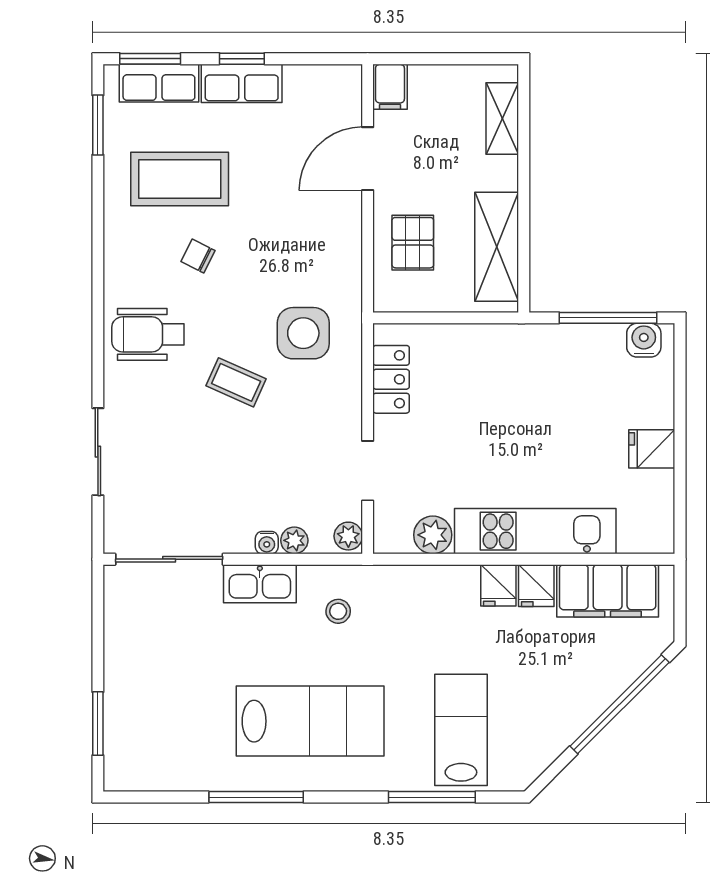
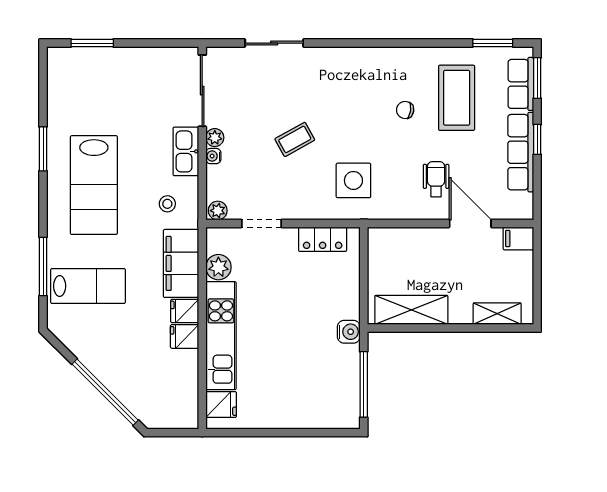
row of seats: (242, 83) -> (521, 152), width x1.48
pallet: (413, 243) -> (414, 254), removed
chair: (198, 256) -> (405, 110), turned -109
wheelchair: (148, 334) -> (436, 179), moved, width x0.73, depth x0.73
water cooler: (644, 340) -> (349, 332), moved
coffee table: (236, 382) -> (295, 139), moved, turned 37
fridge: (652, 449) -> (221, 404), moved, turned 90
plant: (294, 540) -> (215, 138), moved
filing cabinet: (608, 591) -> (181, 263), moved
window: (256, 797) -> (43, 149), width x0.69

